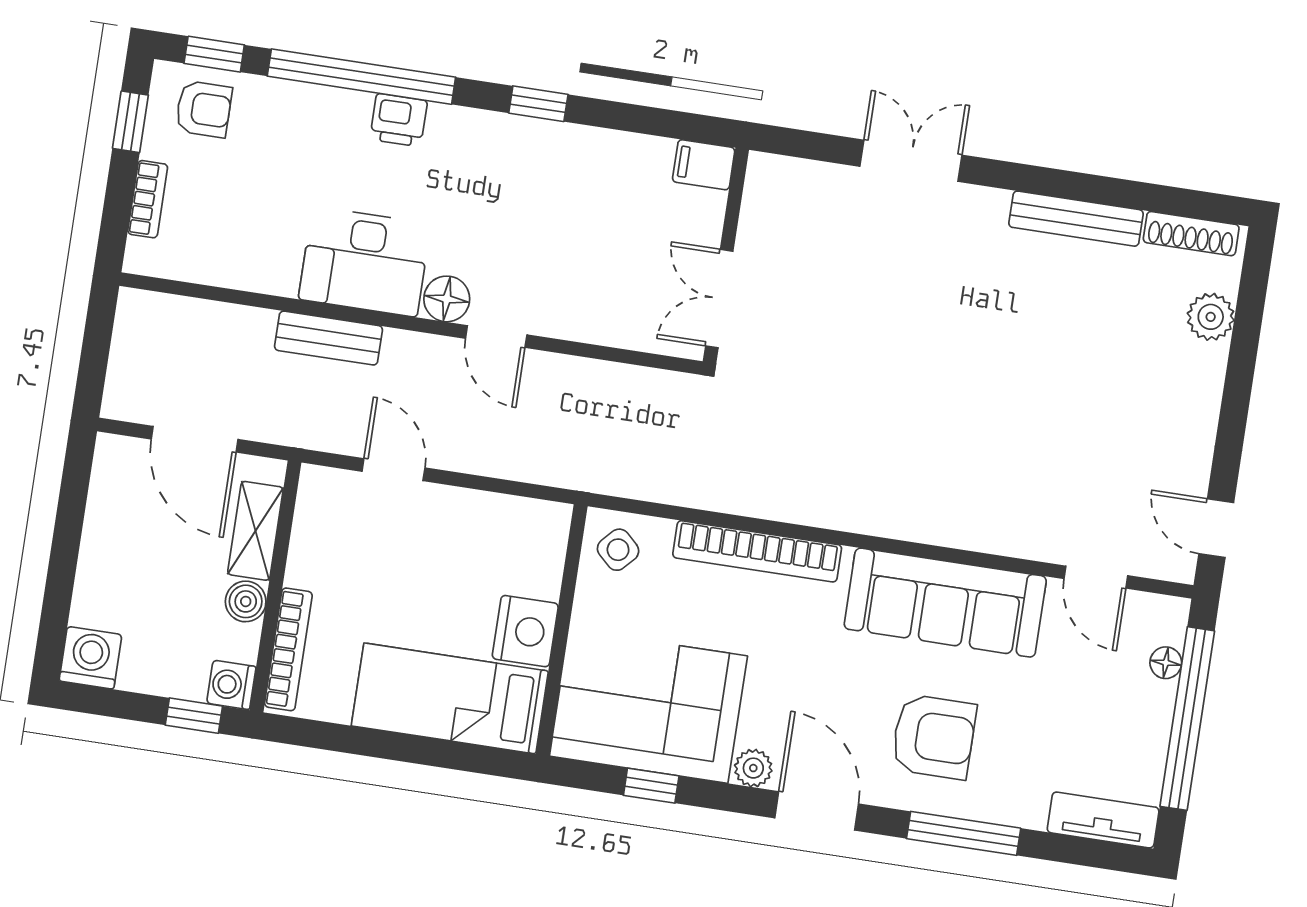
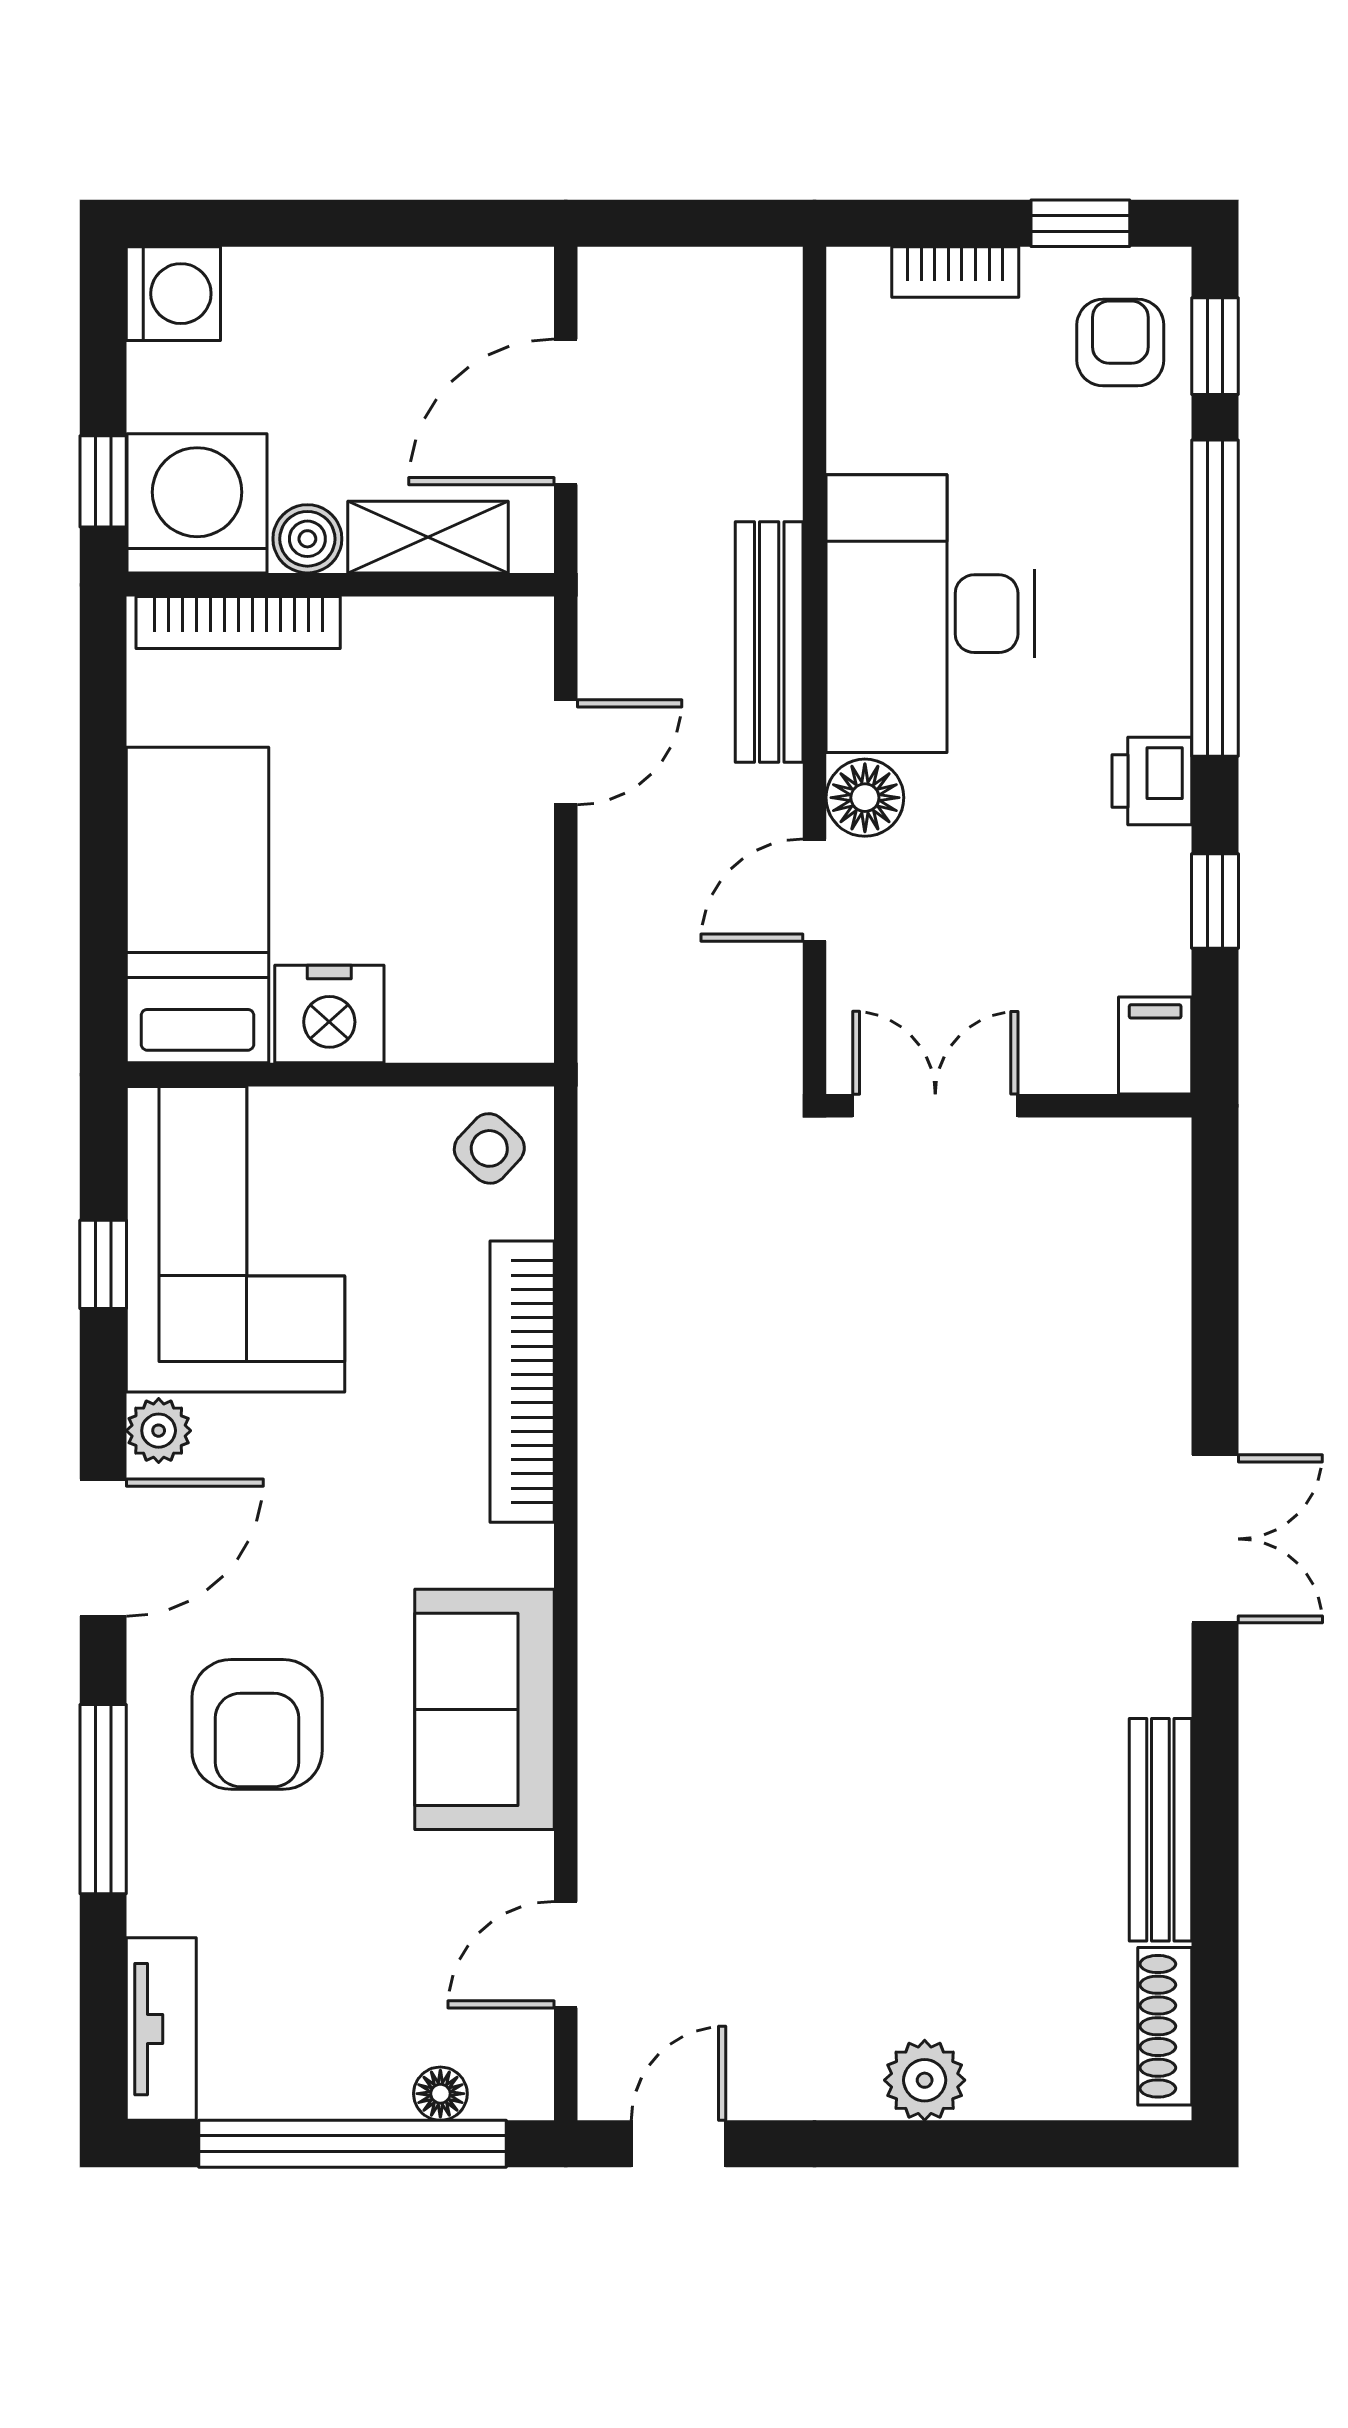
armchair: (204, 109) -> (1120, 343), turned 180
printer: (399, 120) -> (1152, 781), moved
filing cabinet: (704, 165) -> (1155, 1045), moved
wall: (726, 256) -> (1009, 1106), moved
desk: (365, 262) -> (930, 614), width x1.36, depth x1.30
double door: (719, 299) -> (935, 1106), moved
plant: (1211, 317) -> (925, 2080), moved
bench: (329, 338) -> (769, 642), width x1.36
sofa: (945, 603) -> (485, 1709), width x0.73
washing machine: (231, 685) -> (197, 503), width x1.89, depth x1.89

